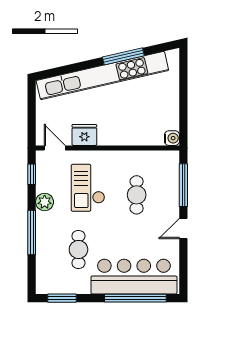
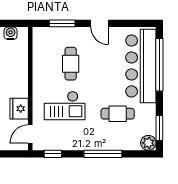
water cooler: (172, 138) -> (11, 33), moved
window: (183, 185) -> (62, 23), width x0.69
cafe table: (137, 195) -> (71, 64), turned 90
plant: (45, 202) -> (148, 143), moved

